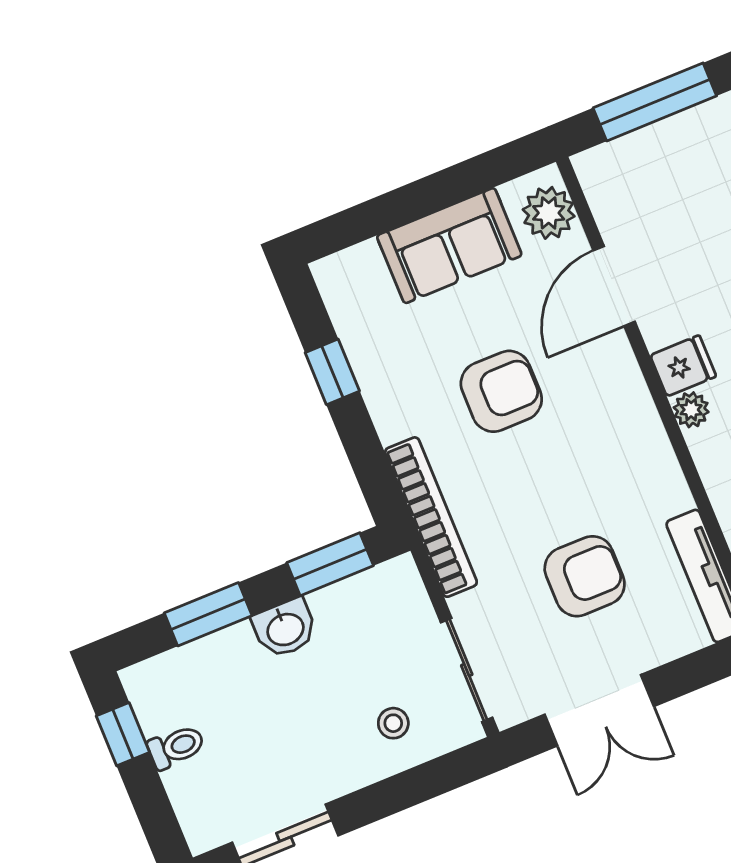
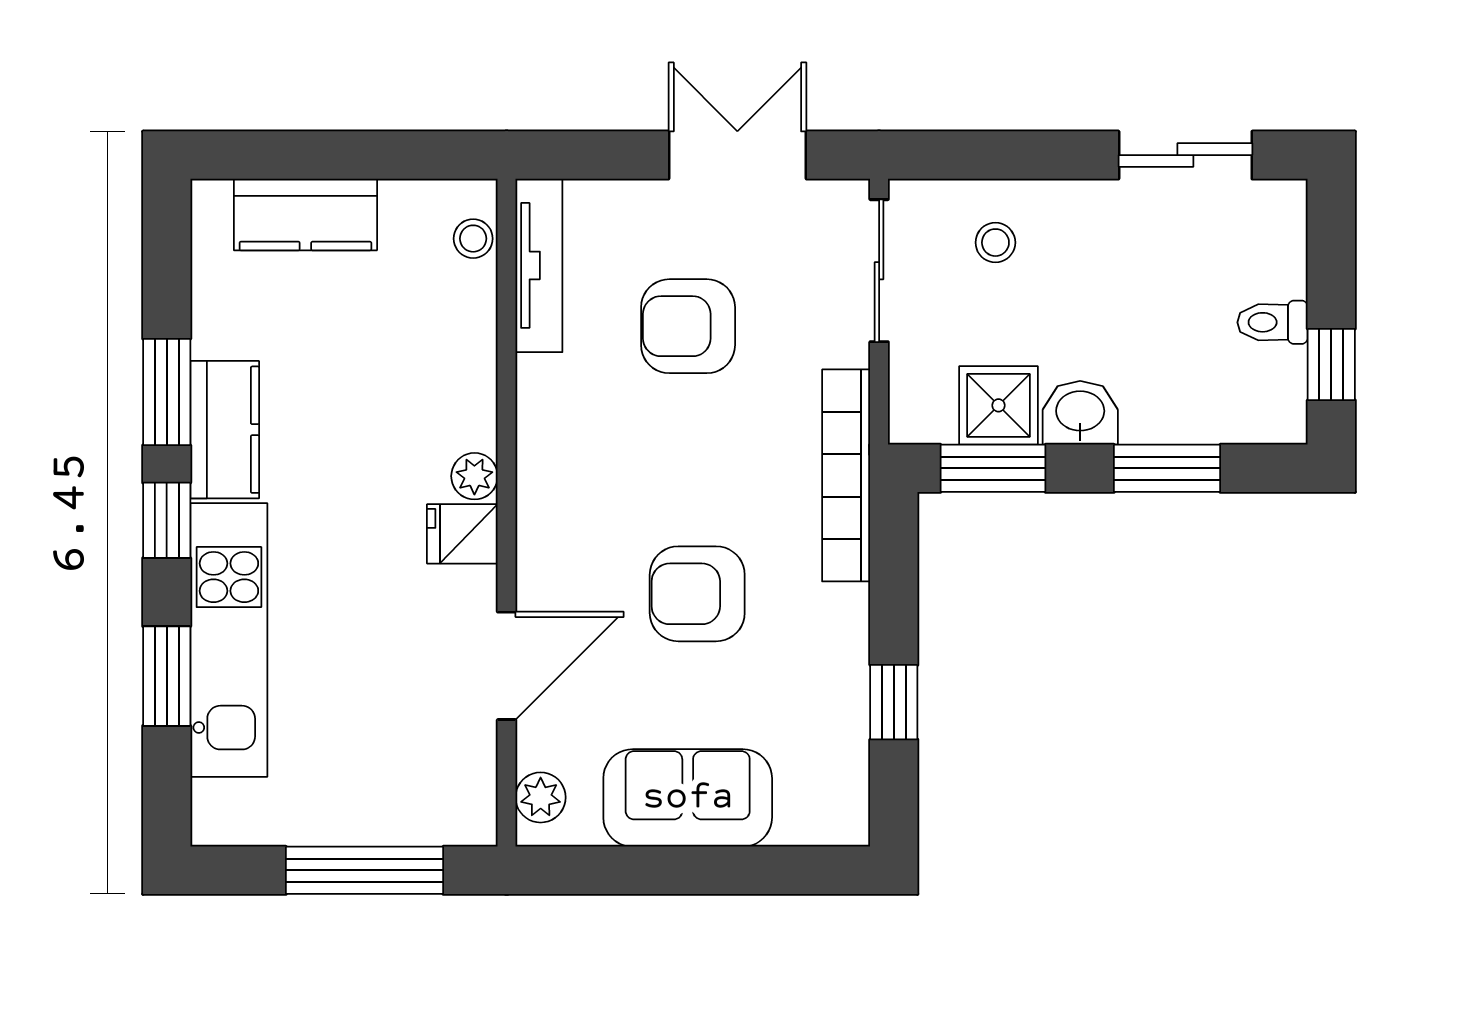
plant: (549, 213) -> (541, 797), width x0.73, depth x0.73
shower: (344, 610) -> (999, 405), added

